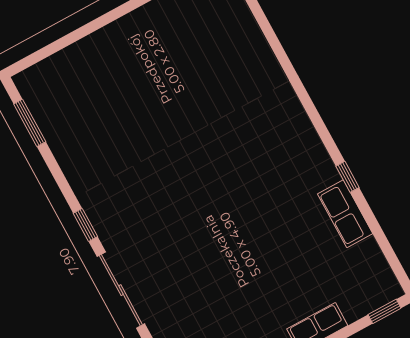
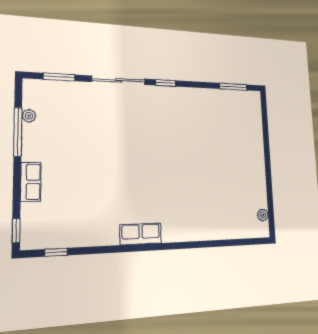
window: (348, 177) -> (56, 252), moved
row of seats: (345, 214) -> (141, 234), moved

